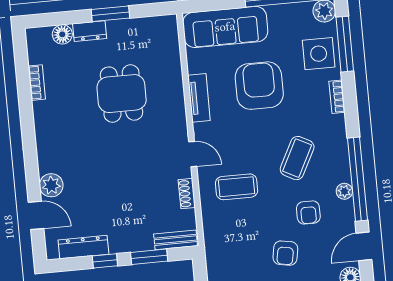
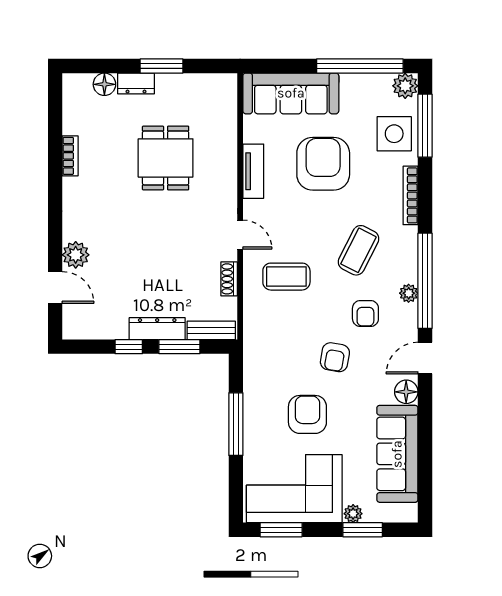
bookcase: (37, 83) -> (70, 156), moved
bookcase: (337, 97) -> (410, 195), width x1.56
dresser: (83, 247) -> (157, 329), moved

